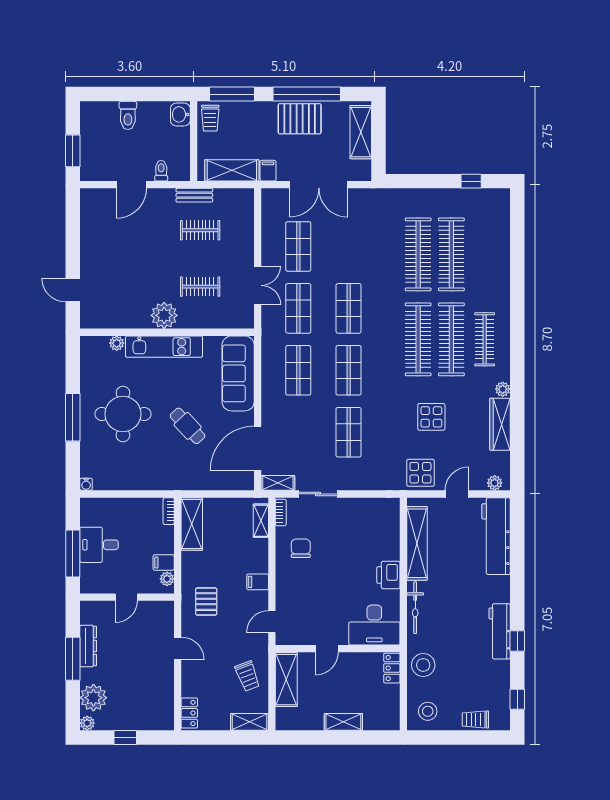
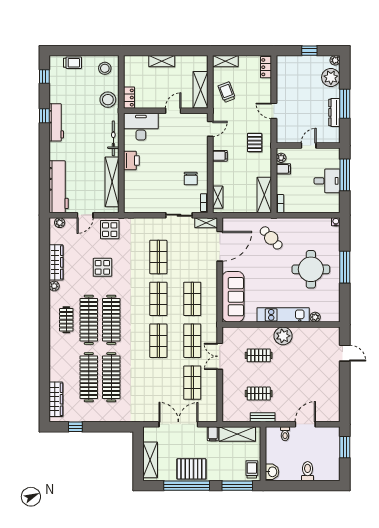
wardrobe: (500, 222) -> (56, 399), added
clothes rail: (485, 339) -> (66, 320), width x0.73
cafe table: (188, 426) -> (271, 238), moved

